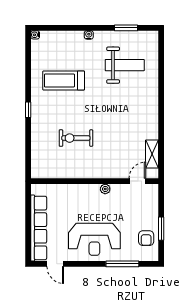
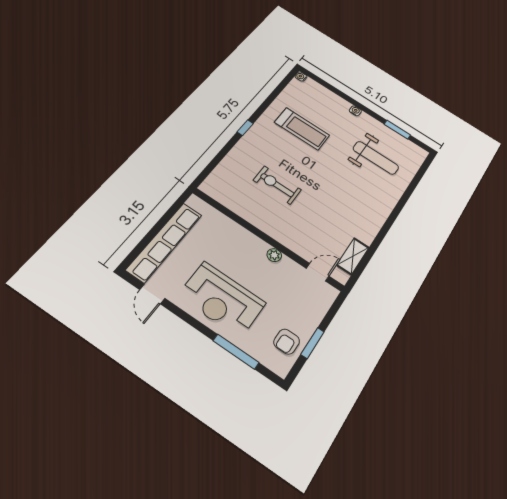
treadmill: (64, 81) -> (302, 129), turned 180

